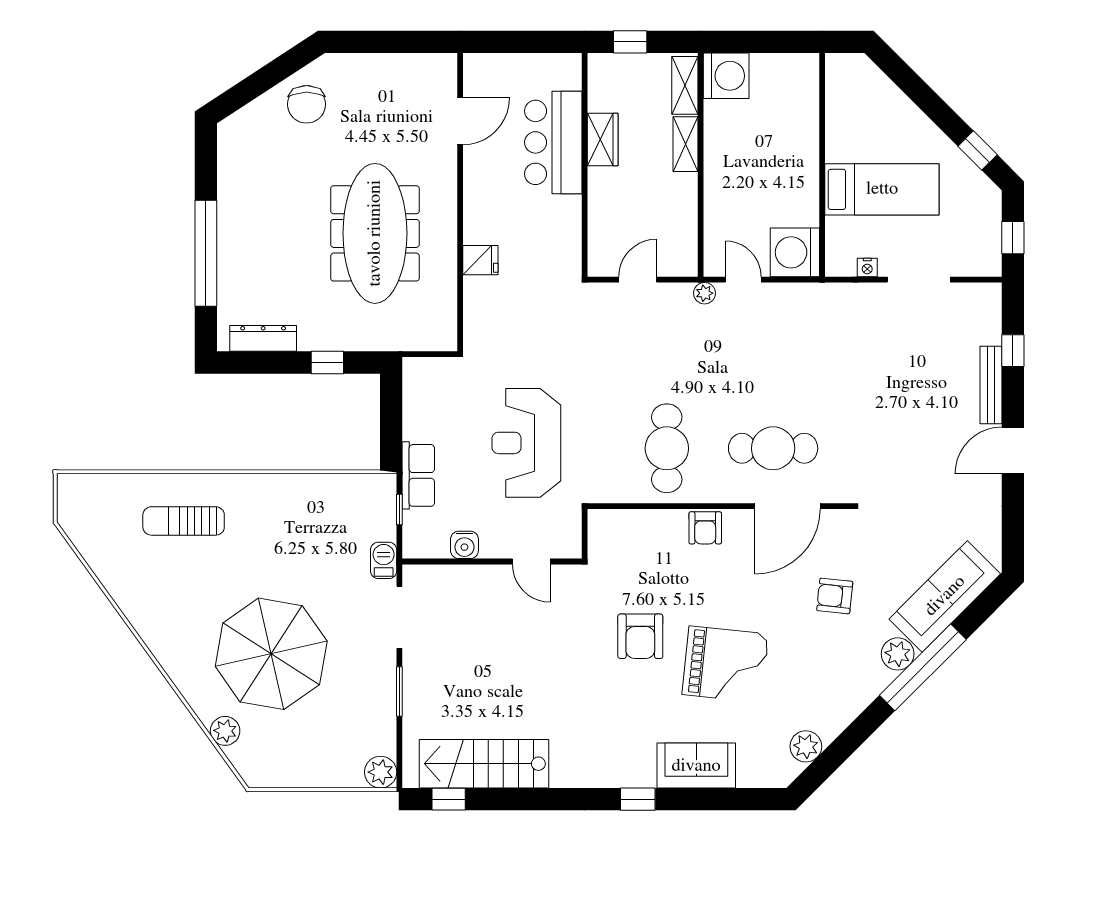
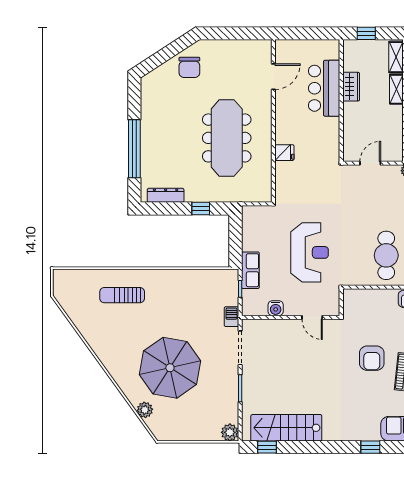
reception desk: (526, 443) -> (309, 252), turned 180

